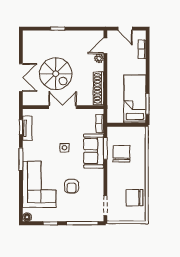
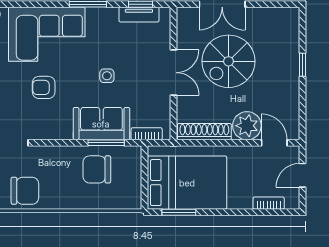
plant: (99, 58) -> (247, 126), width x1.88, depth x1.88
bed: (135, 99) -> (187, 183), width x1.50
chair: (121, 154) -> (97, 169), turned 180
chair: (134, 198) -> (25, 191), turned 90

